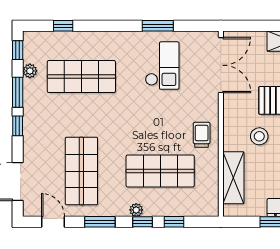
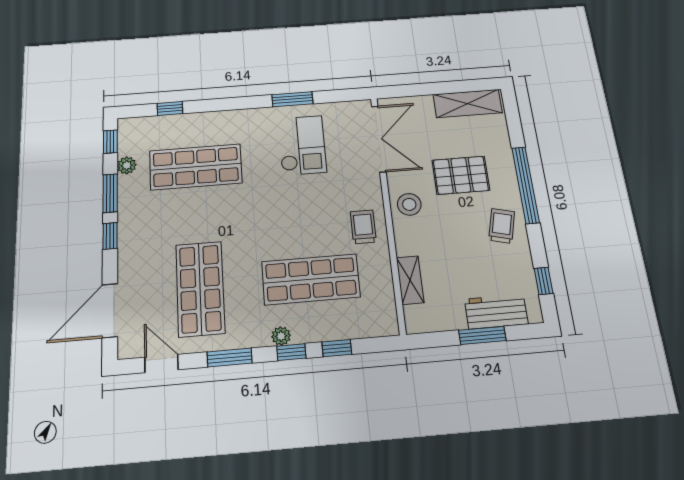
stool: (259, 136) -> (409, 204), moved
shelving: (233, 178) -> (410, 280), width x0.67, depth x0.75

